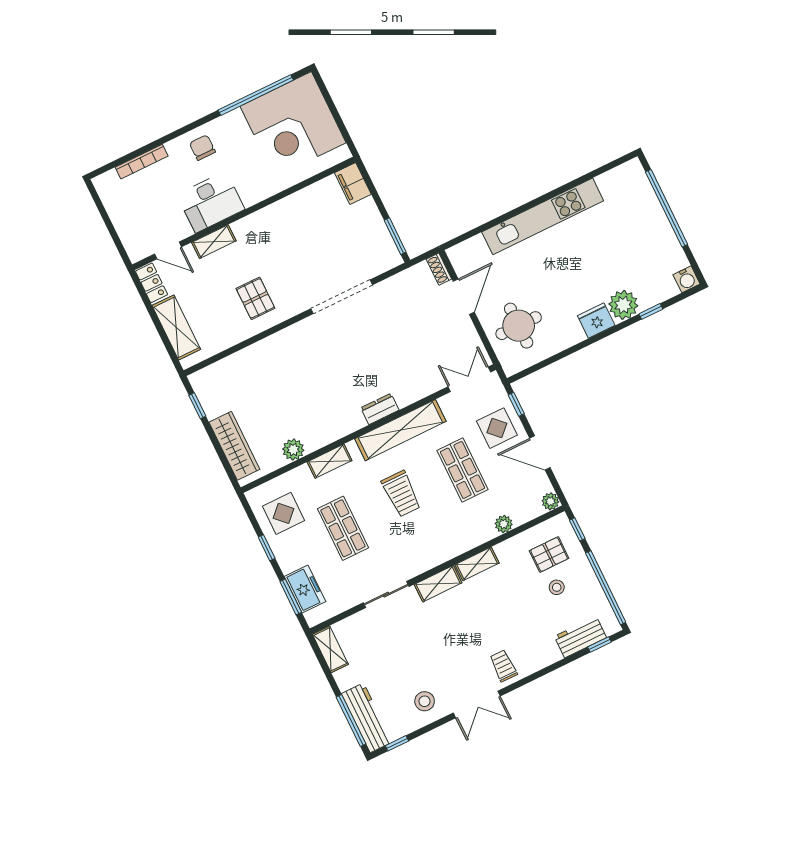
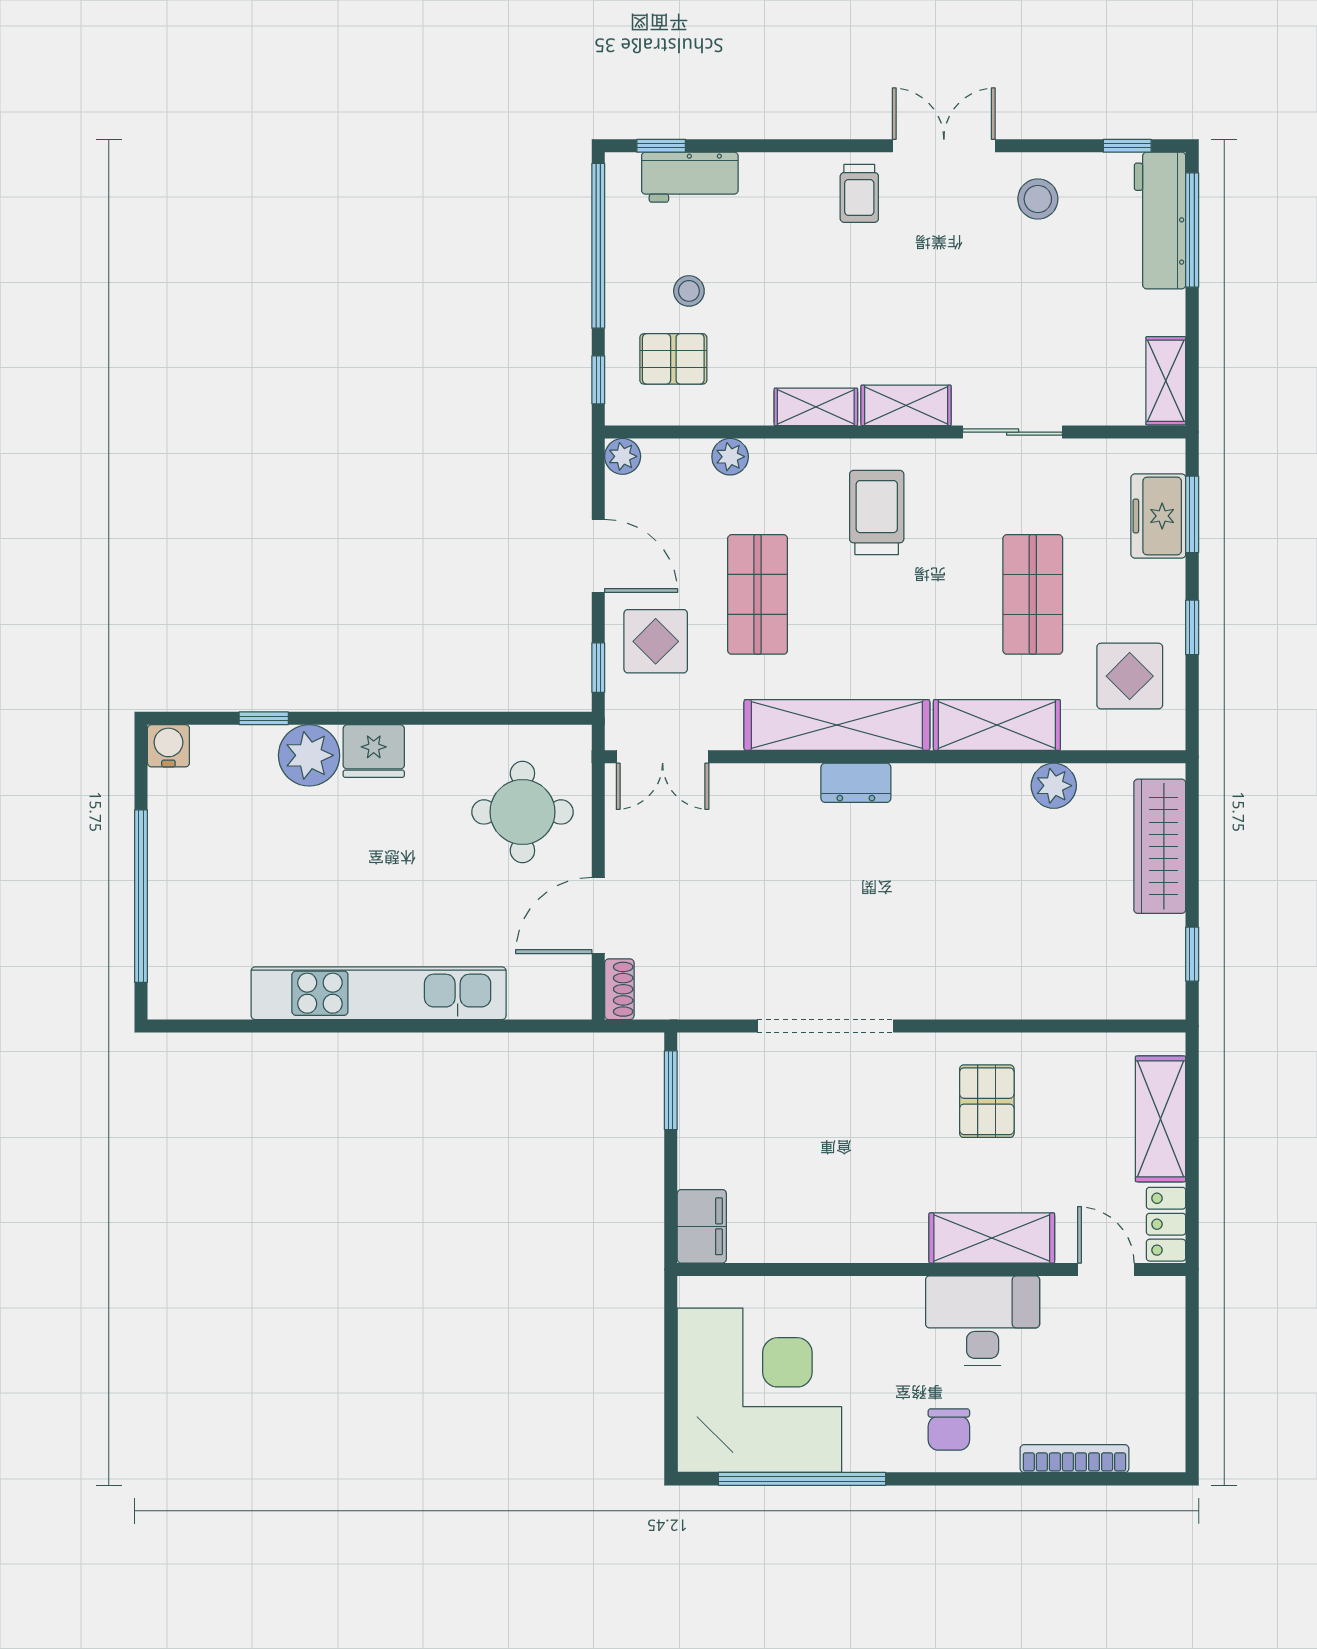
shelving: (214, 242) -> (992, 1238), width x1.50, depth x1.33
shelving: (330, 461) -> (997, 725), width x1.50, depth x1.33
trolley: (401, 494) -> (877, 512), moved

